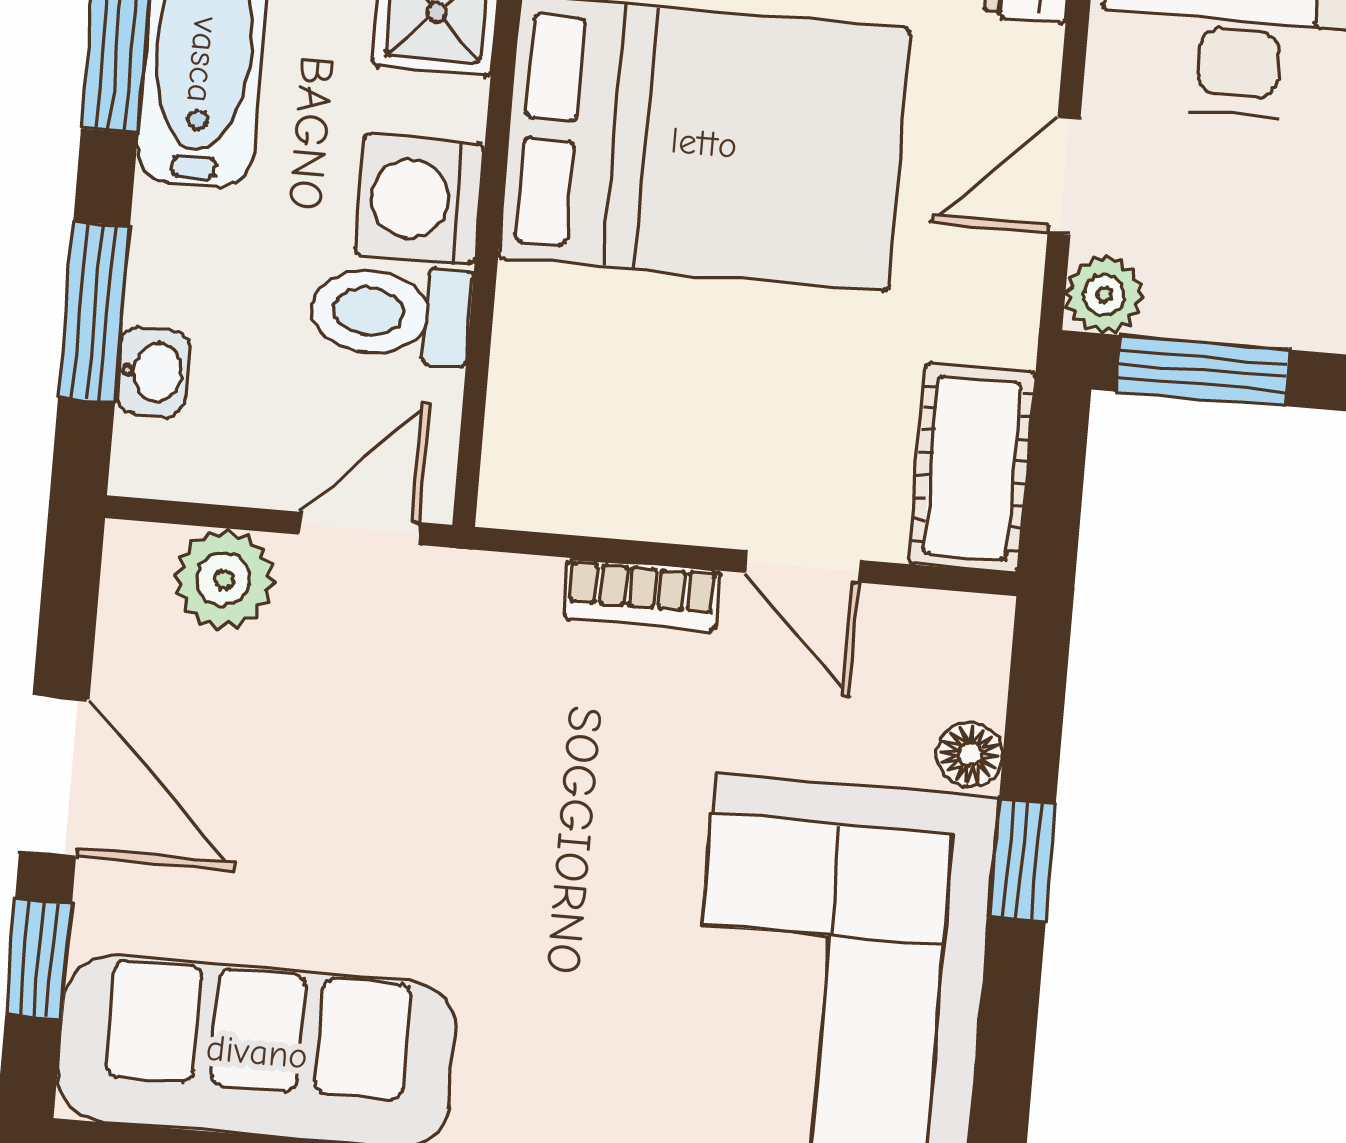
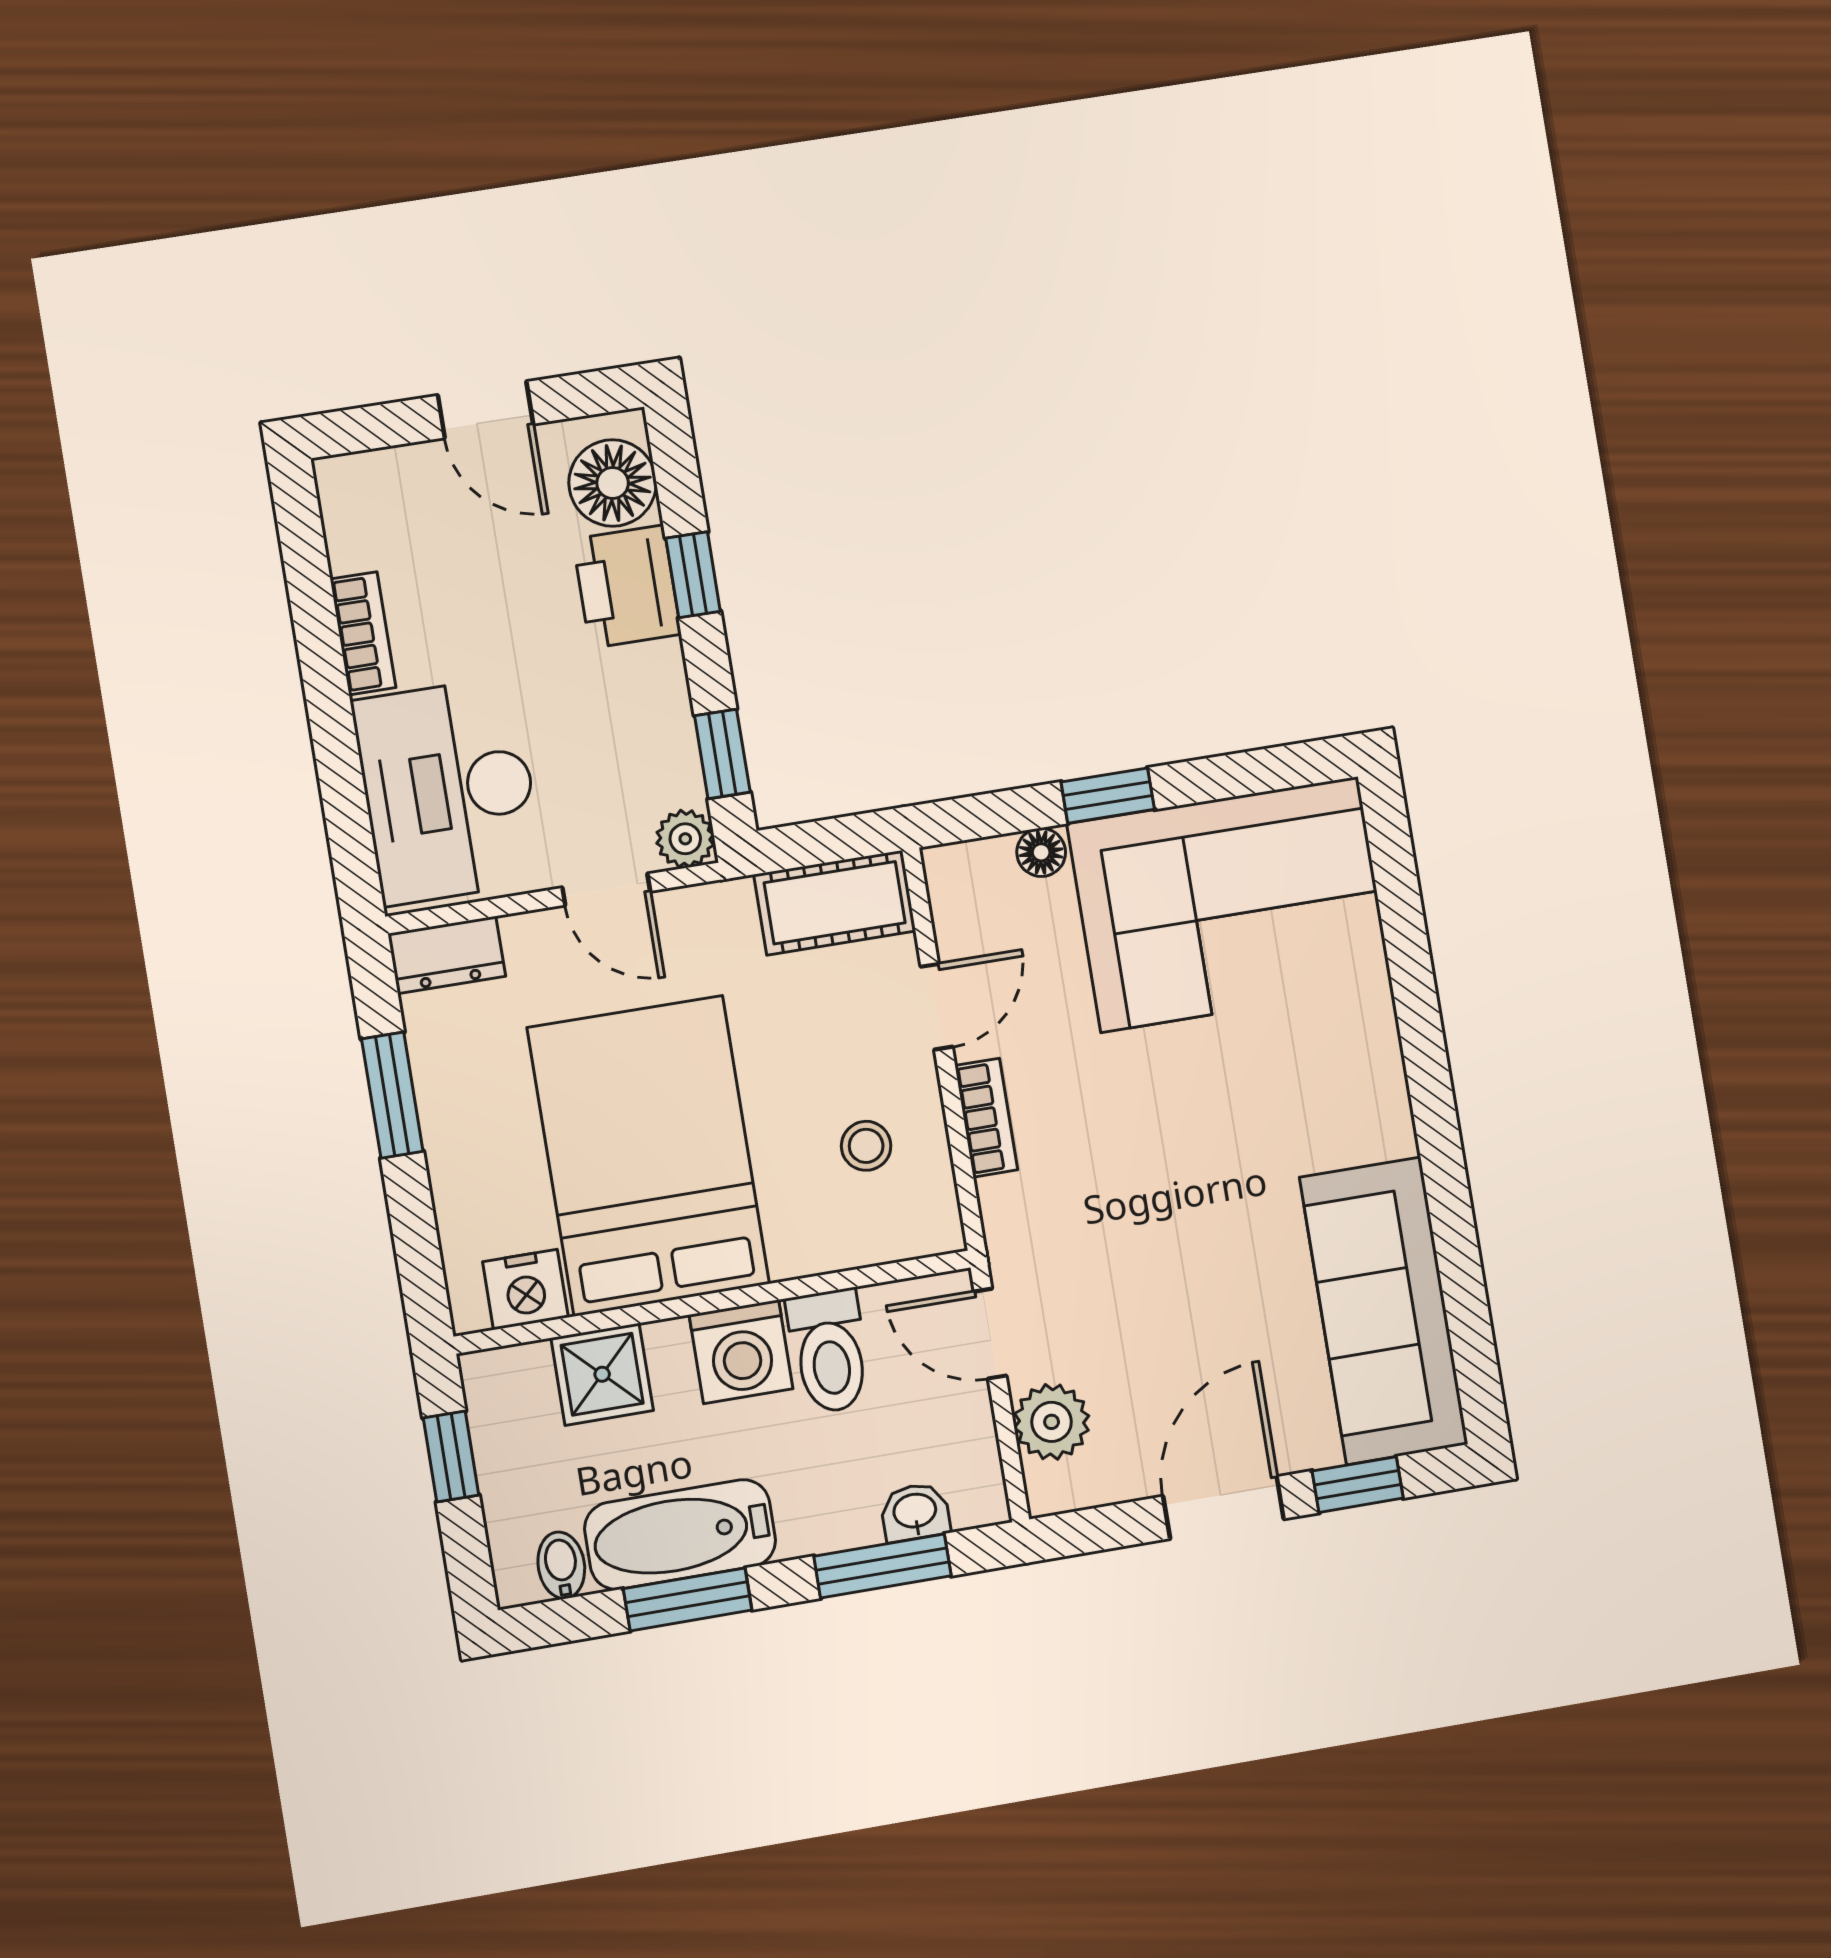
window: (1203, 371) -> (722, 754), width x0.67
stool: (645, 429) -> (866, 1146), added

